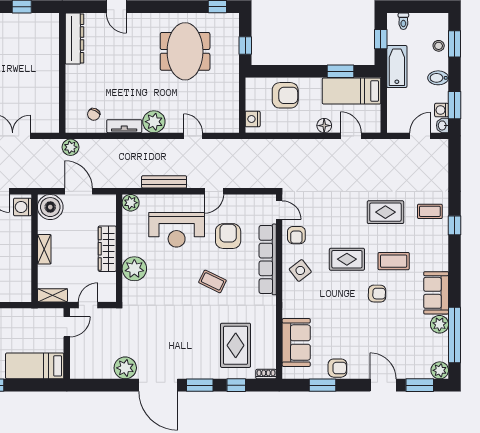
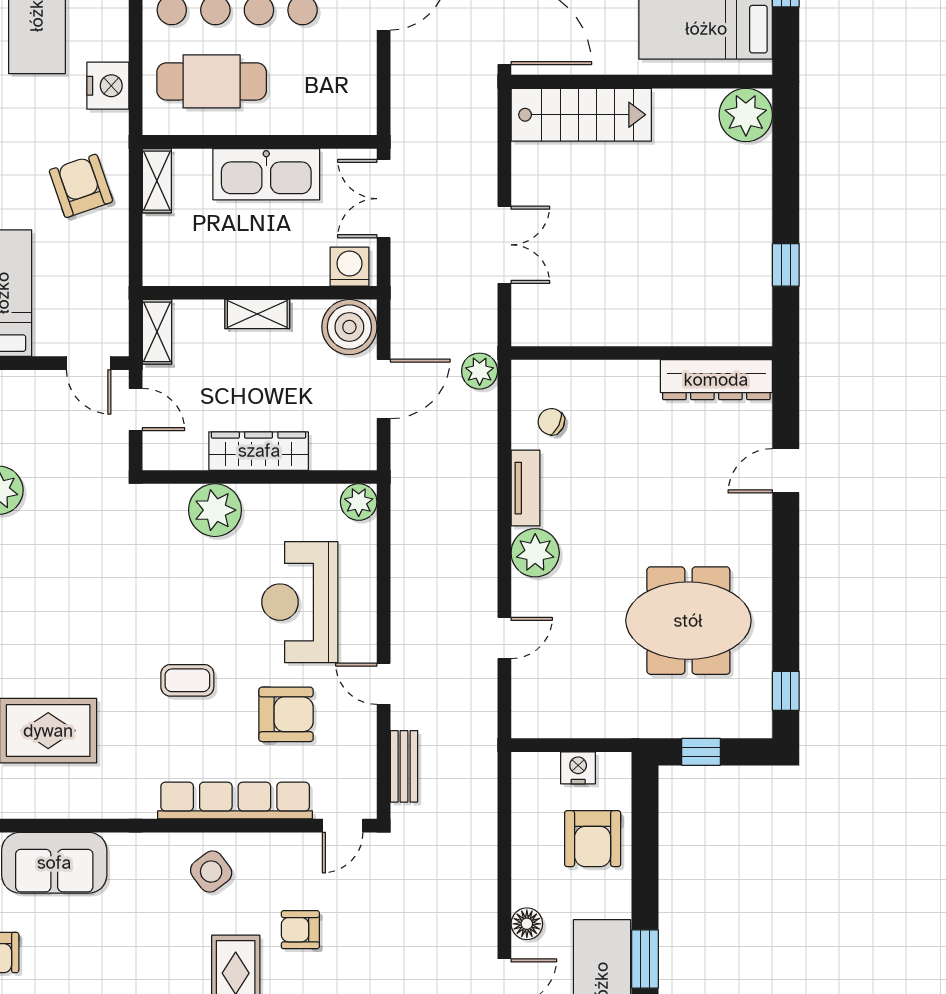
nightstand: (253, 119) -> (578, 768), moved
bench: (164, 182) -> (404, 766), moved, width x0.73
armchair: (296, 235) -> (300, 930), moved
coffee table: (212, 281) -> (187, 680), turned 64

